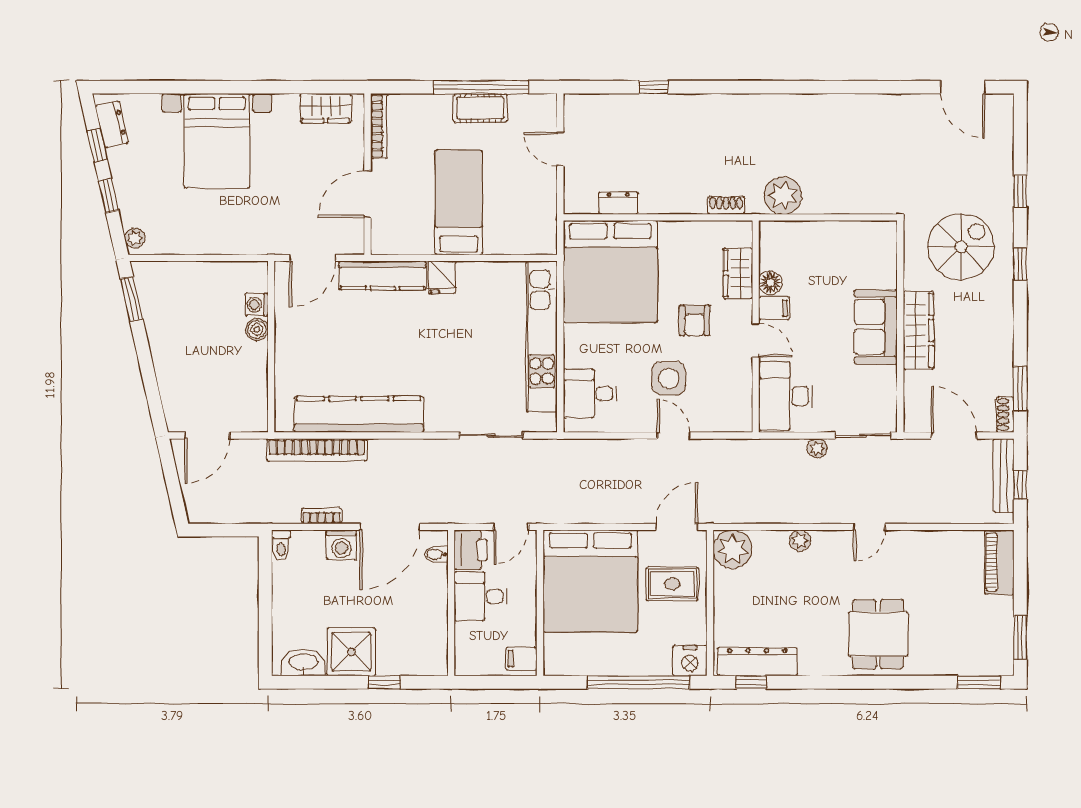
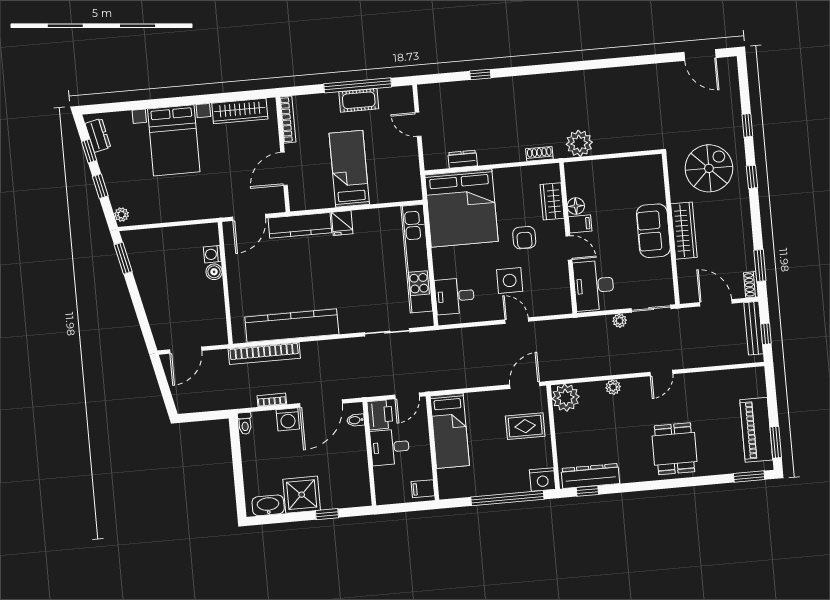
wardrobe: (326, 108) -> (240, 111), width x1.50
piano: (999, 562) -> (756, 430), moved, width x1.37, depth x1.33
bed: (590, 581) -> (450, 431), width x0.49

